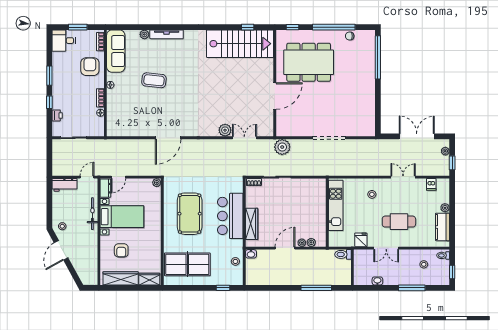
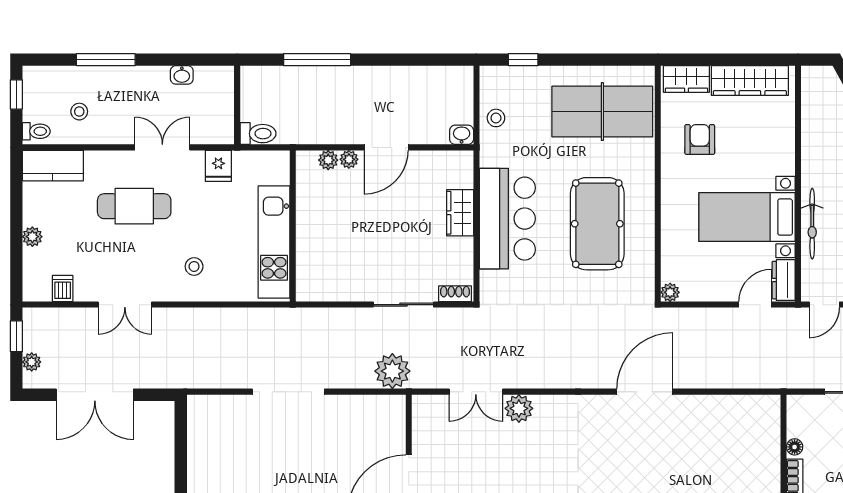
wardrobe: (252, 224) -> (460, 213), width x0.67
kitchen counter: (443, 227) -> (53, 166), moved, turned 90
armchair: (121, 250) -> (700, 139), moved

